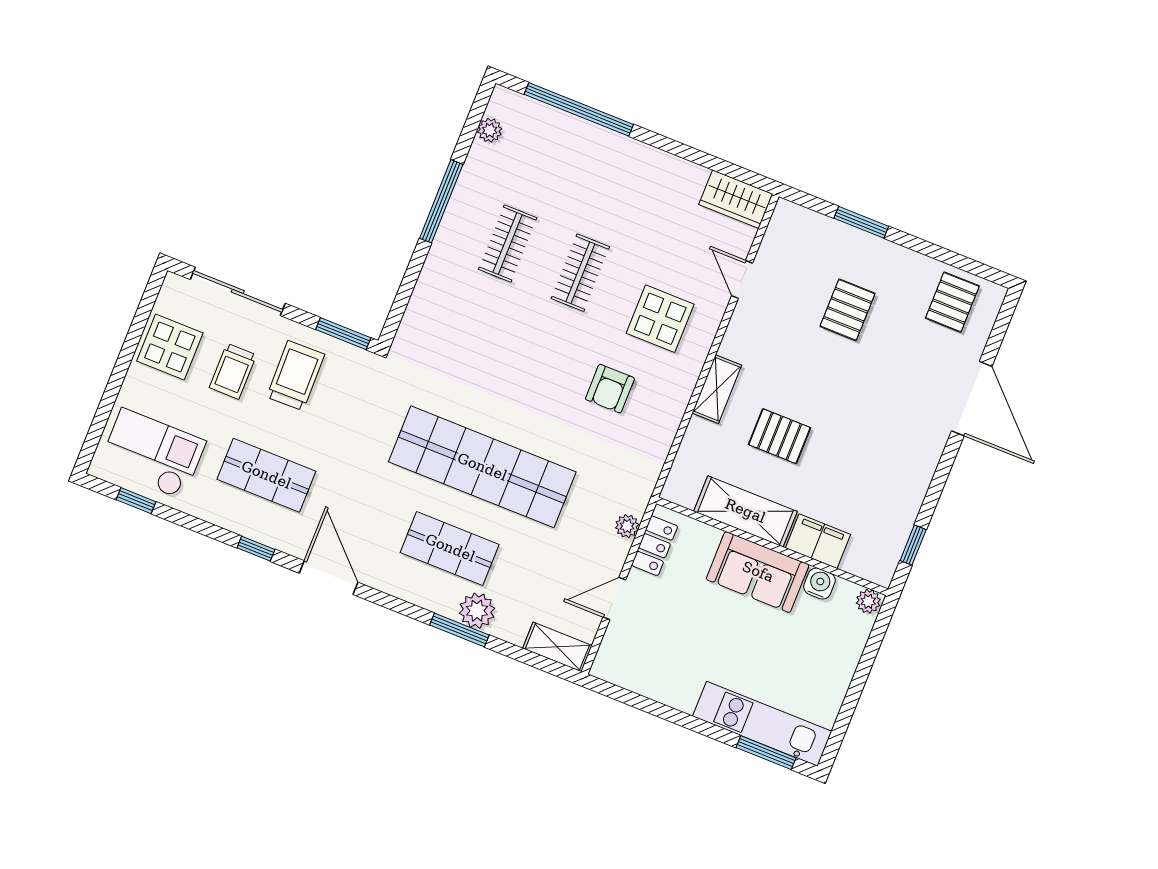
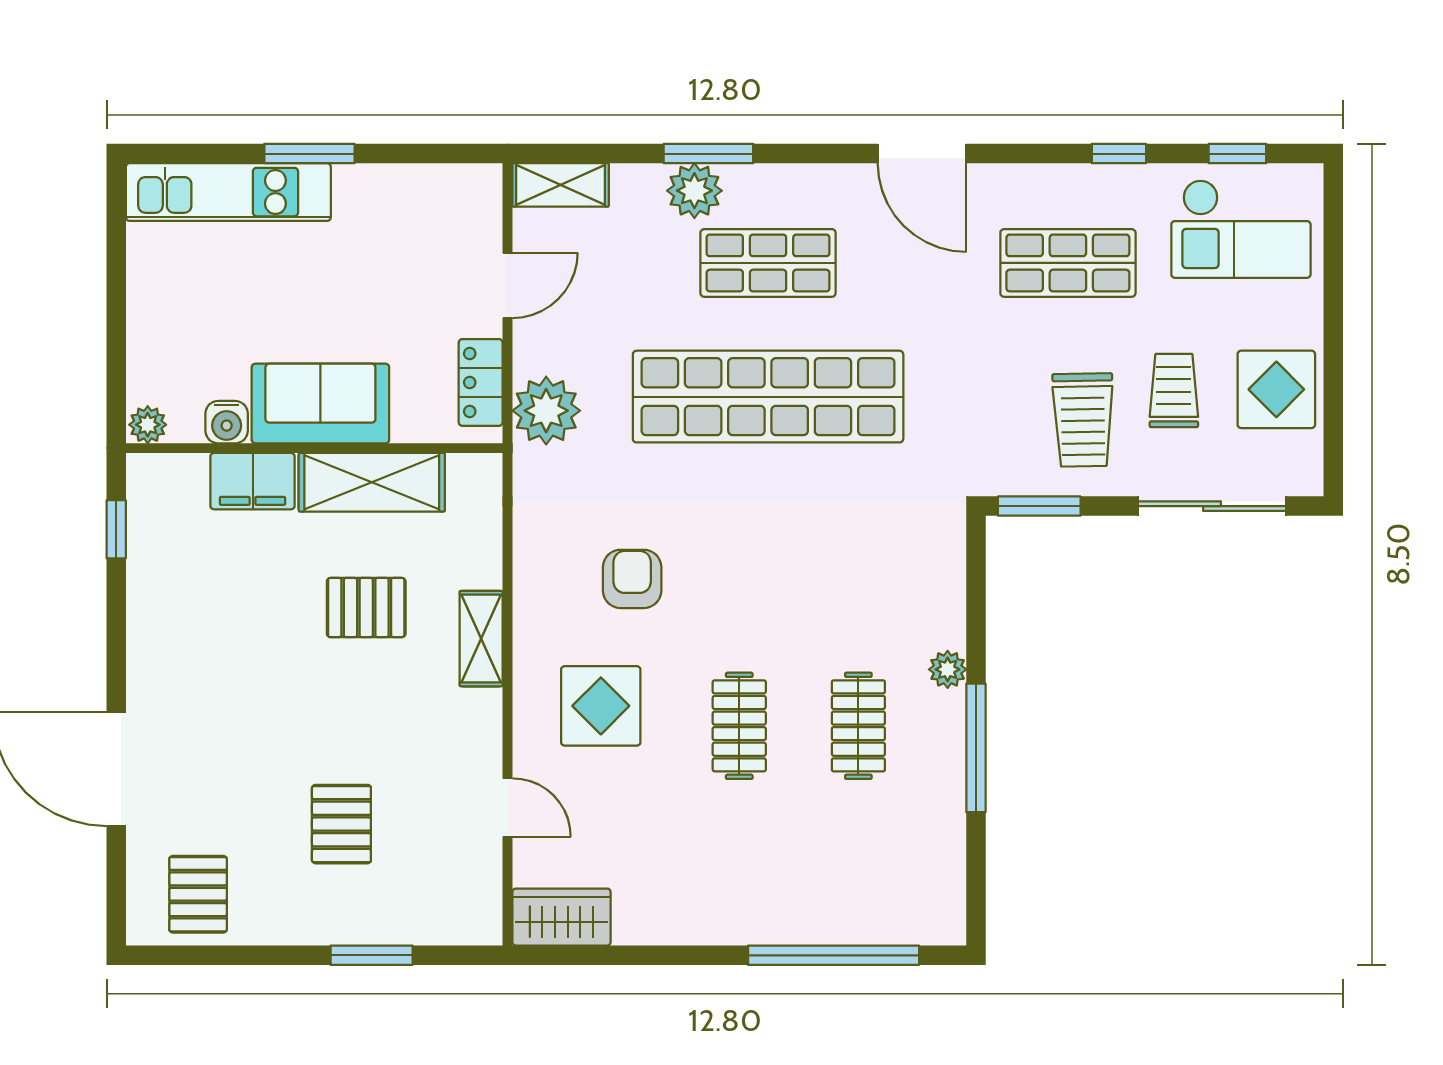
plant: (490, 130) -> (948, 669), moved
plant: (627, 526) -> (546, 411), width x1.88, depth x1.88
window: (256, 549) -> (1119, 154), moved
window: (766, 753) -> (309, 154), moved

